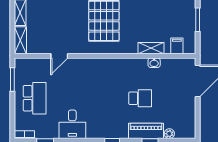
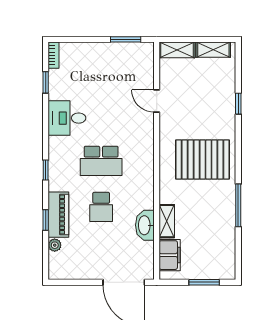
filing cabinet: (177, 46) -> (170, 255), width x2.00
washbasin: (154, 63) -> (145, 225), width x1.91, depth x1.45
school desk: (35, 98) -> (101, 161), moved

